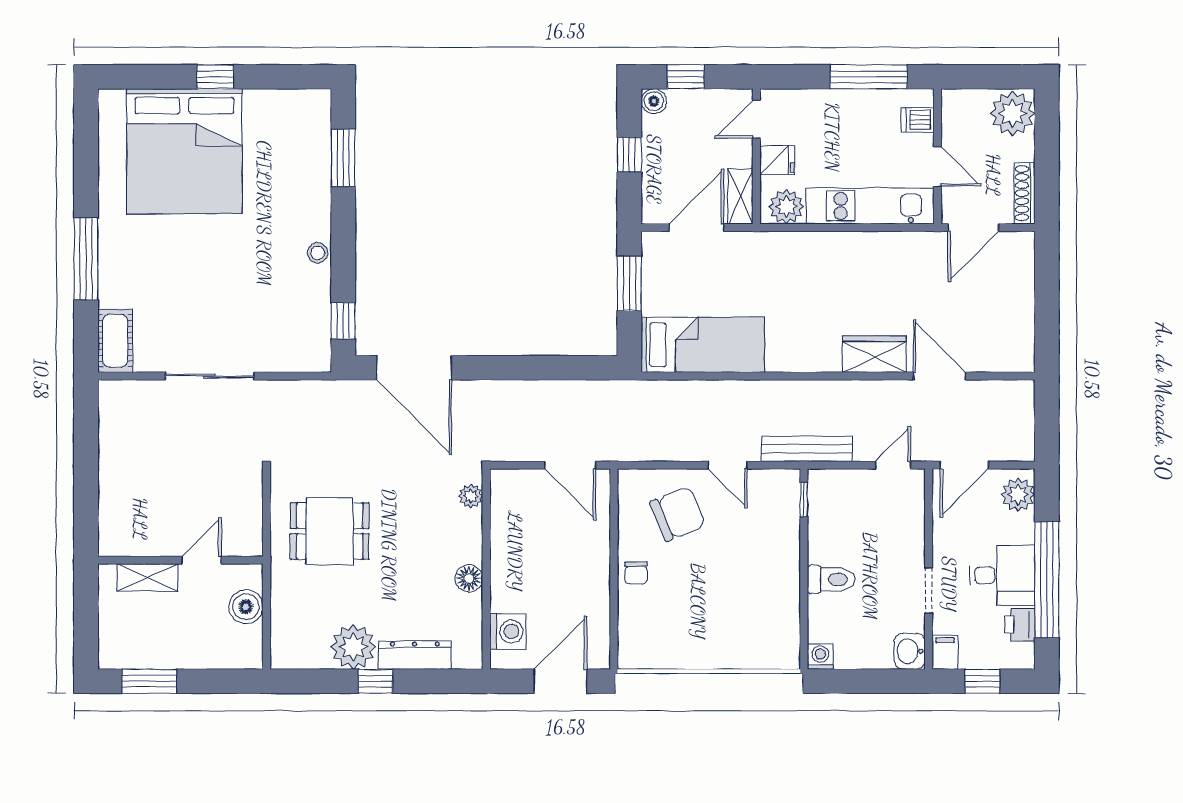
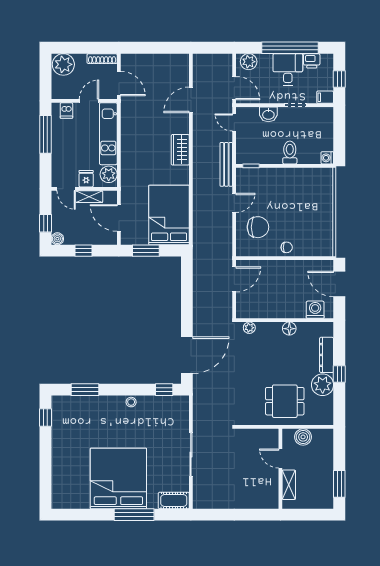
window: (215, 77) -> (46, 418), moved
bed: (184, 151) -> (118, 478), moved, turned -90
shelving: (740, 196) -> (89, 197), moved
bed: (703, 345) -> (169, 215), width x1.50
wardrobe: (874, 354) -> (180, 150), moved
chair: (678, 514) -> (258, 227), turned 112
dining table: (330, 531) -> (285, 401), moved, turned 90
washbasin: (910, 651) -> (268, 114), moved

